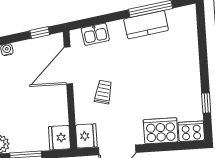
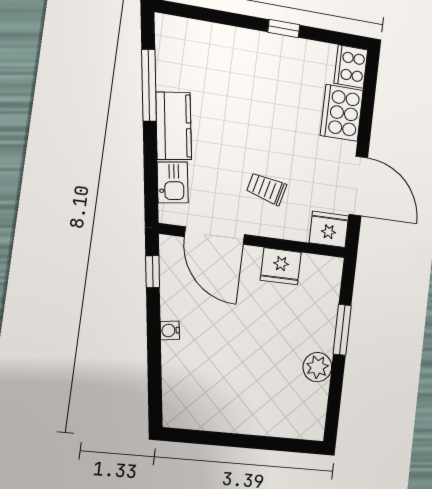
kitchen counter: (146, 25) -> (174, 126), moved
window: (206, 103) -> (284, 28), moved
fridge: (59, 138) -> (281, 266), moved

